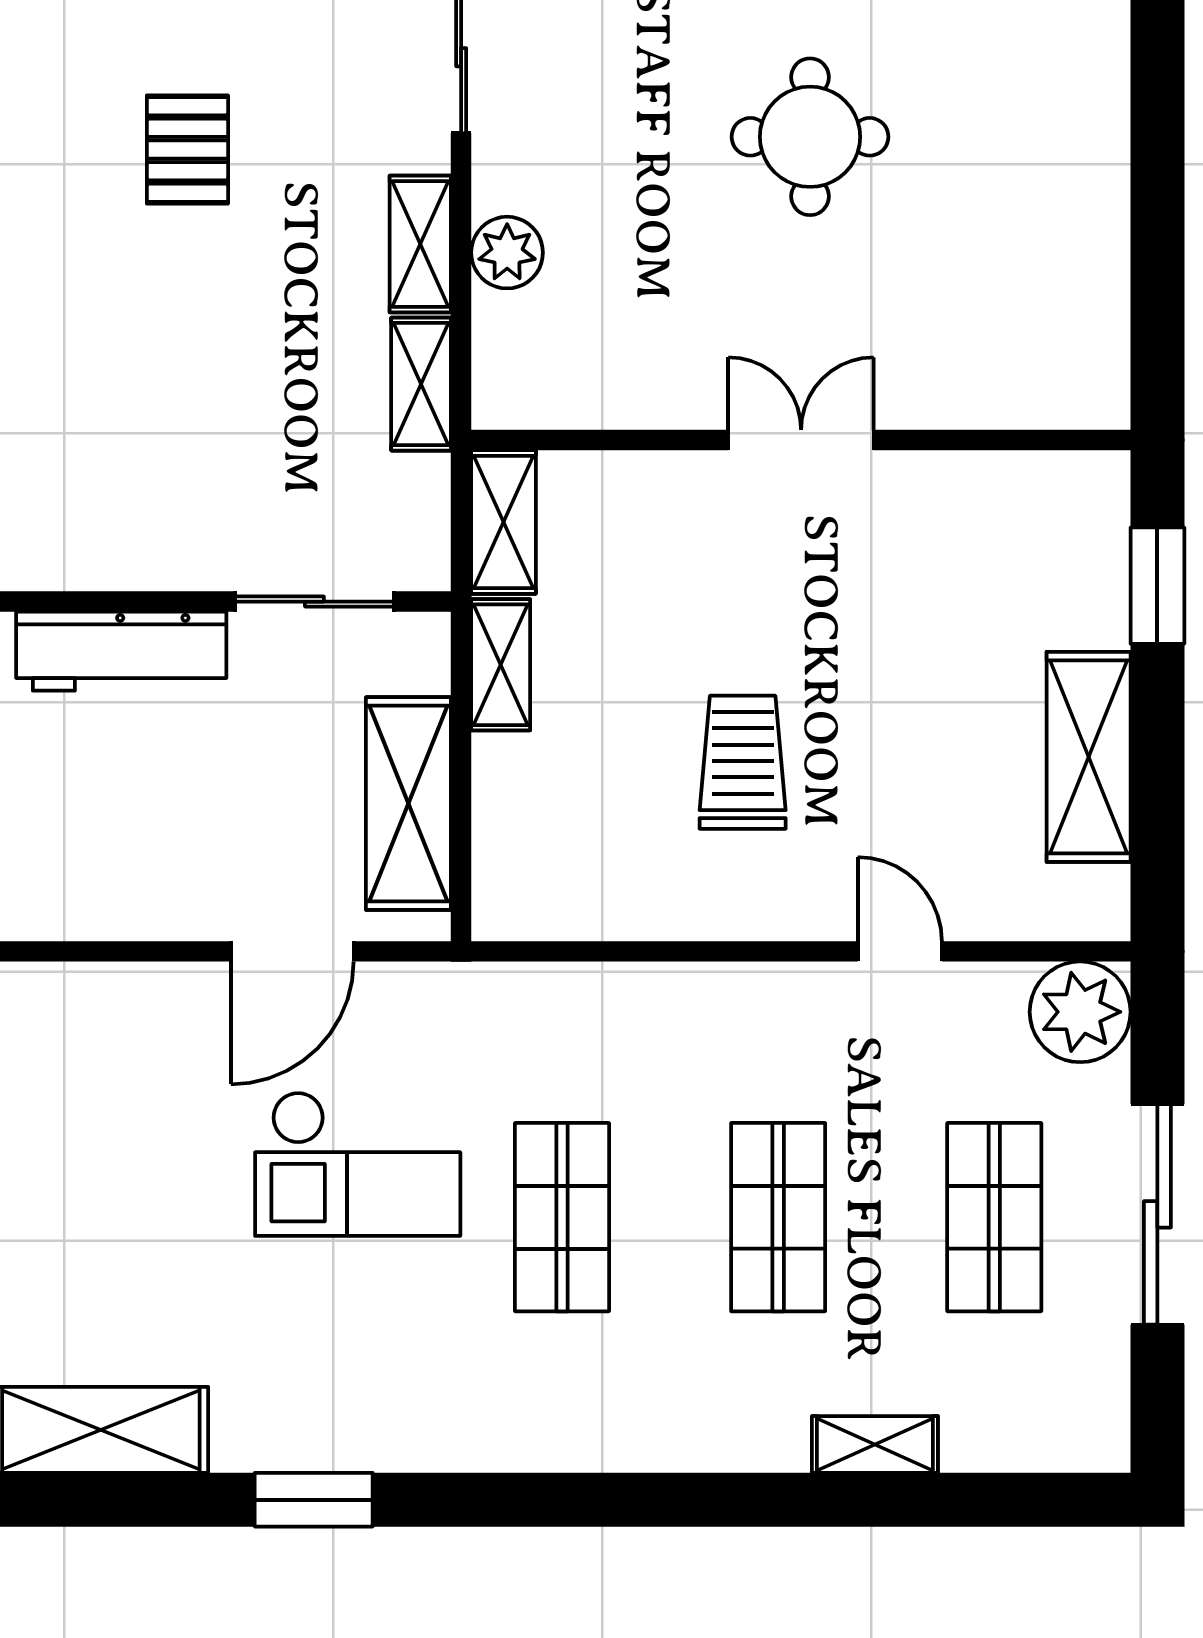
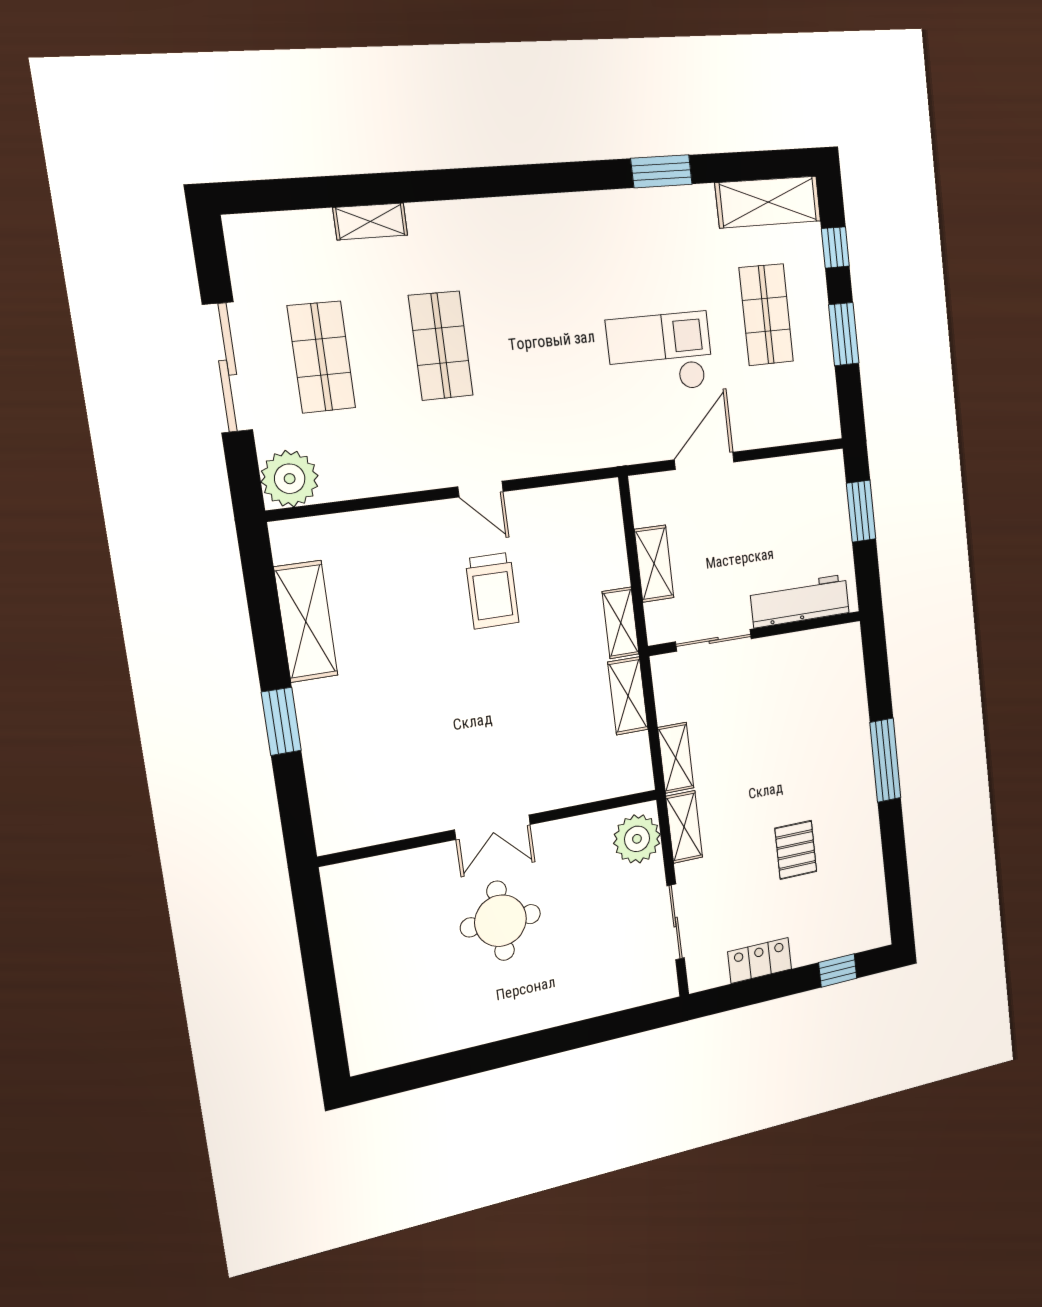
plant: (507, 253) -> (637, 839), width x1.36, depth x1.36
double door: (801, 440) -> (493, 827), moved
wall: (801, 440) -> (493, 827), moved
shelving: (408, 804) -> (654, 564), width x0.67, depth x0.75
door: (900, 951) -> (481, 489), moved
shop shelf: (562, 1217) -> (766, 315), moved

